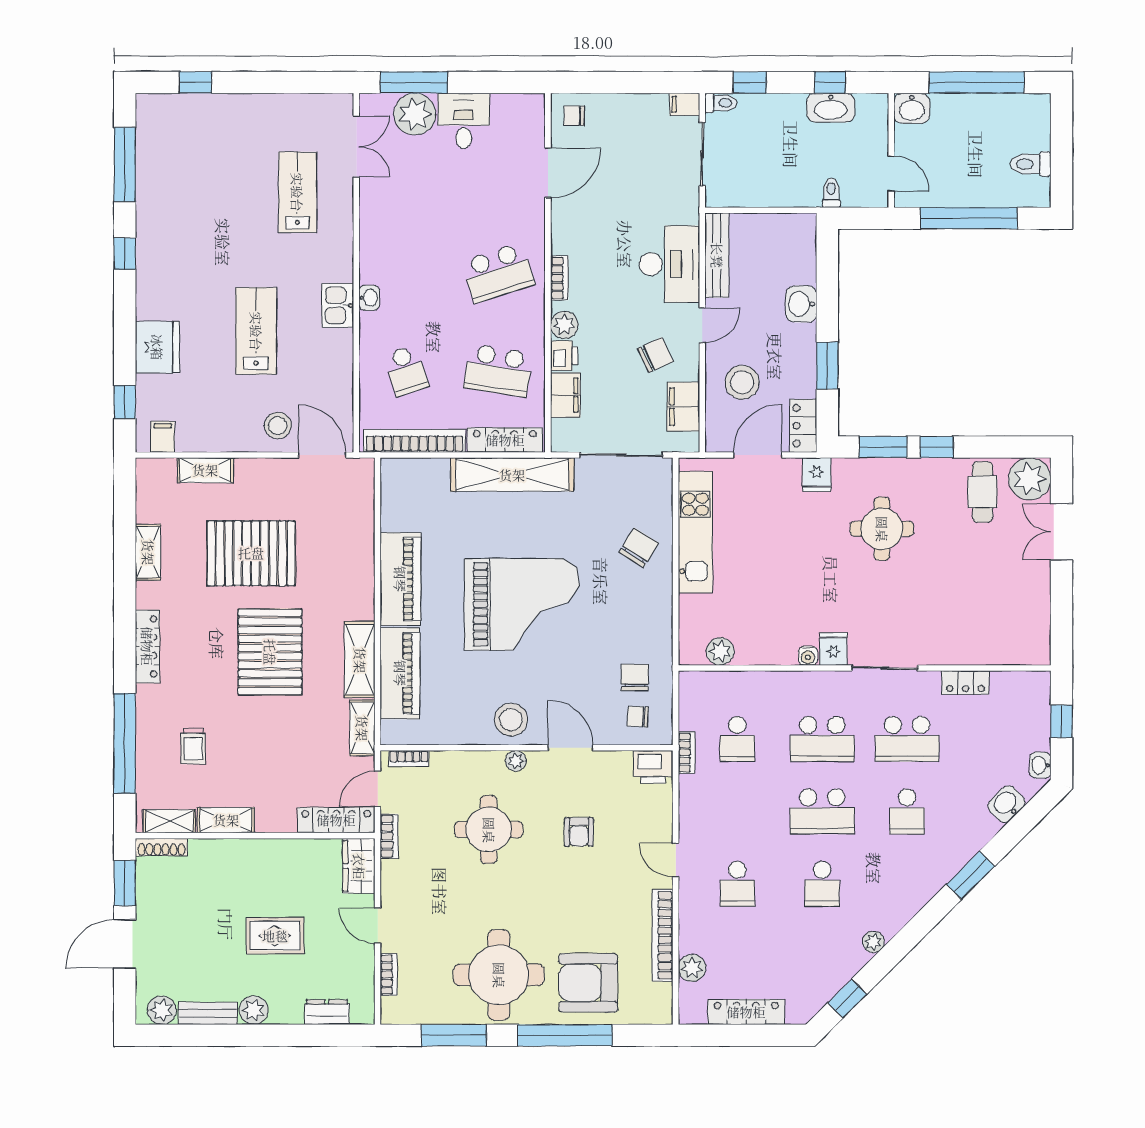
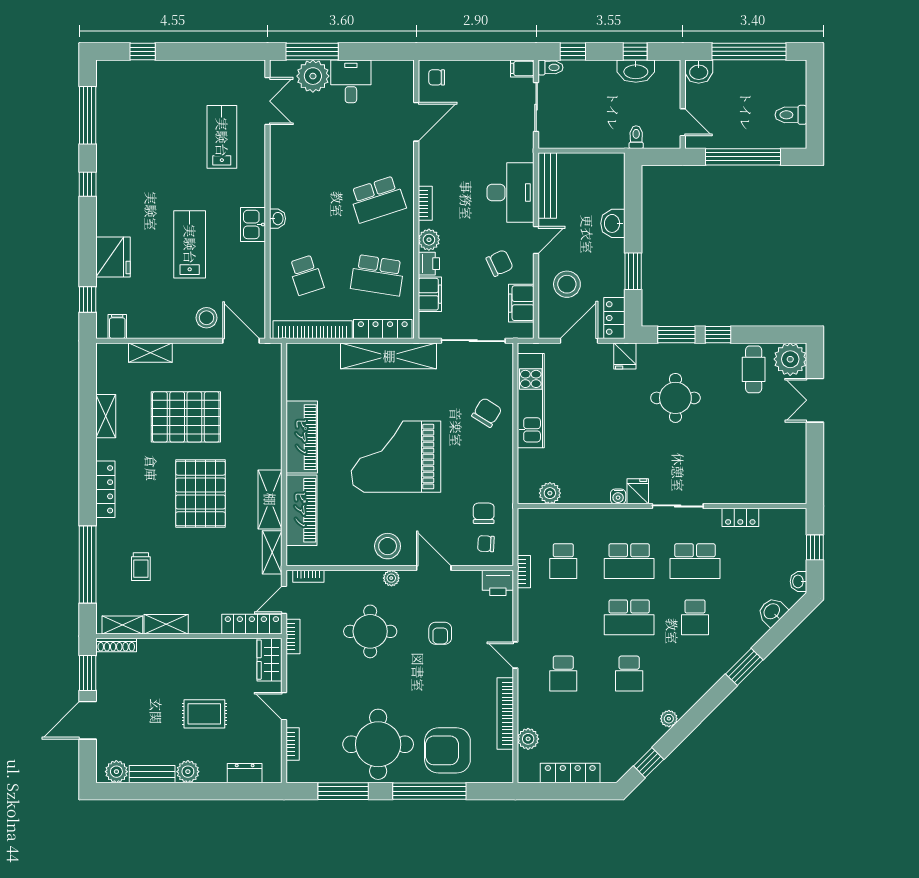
grand piano: (522, 604) -> (396, 457), turned 180

